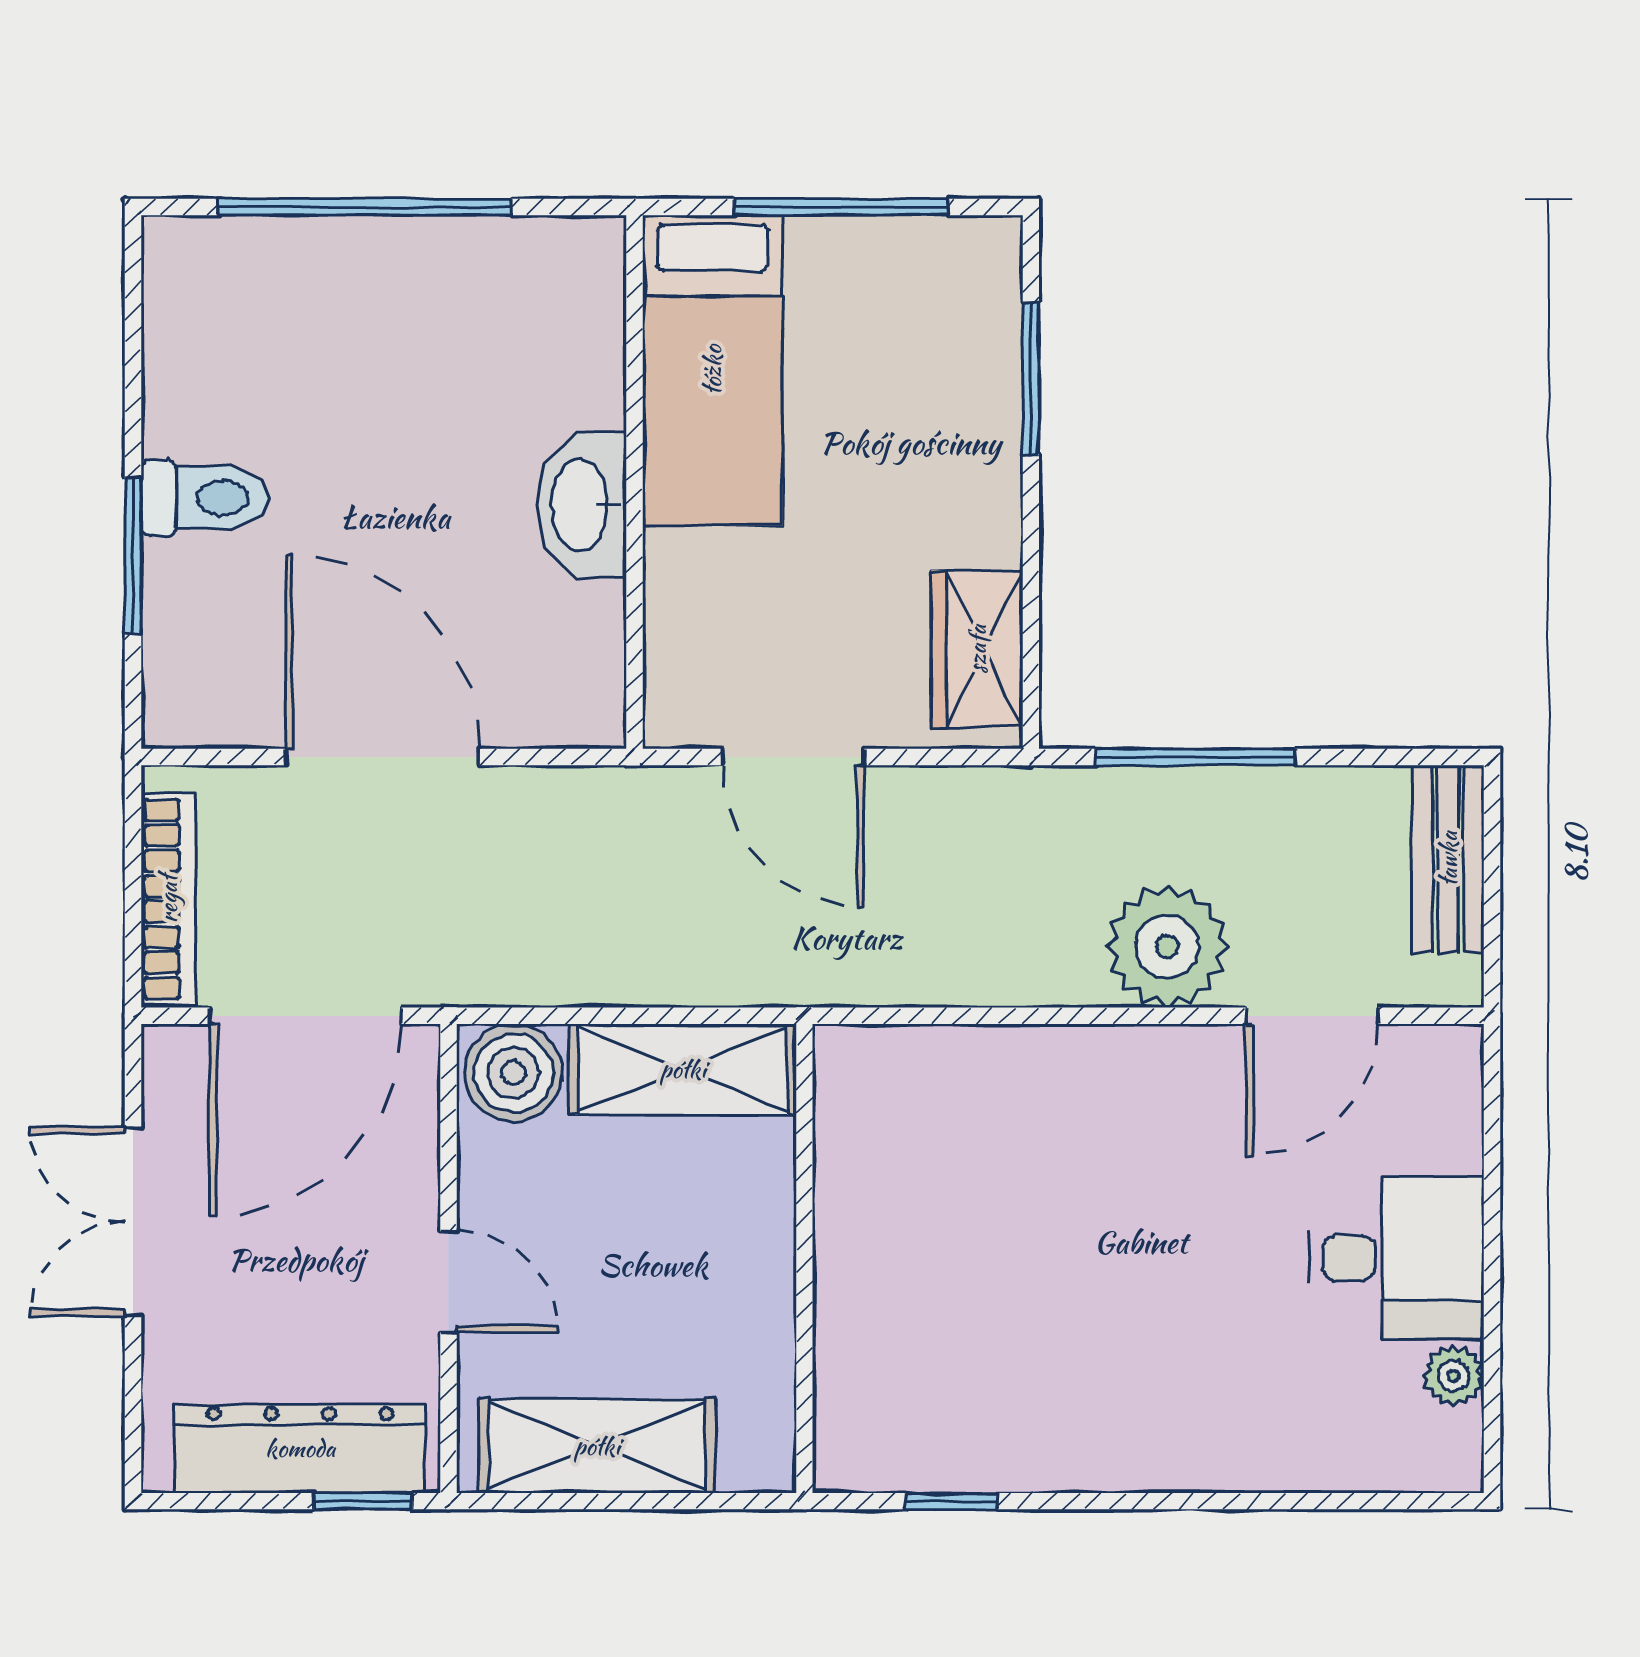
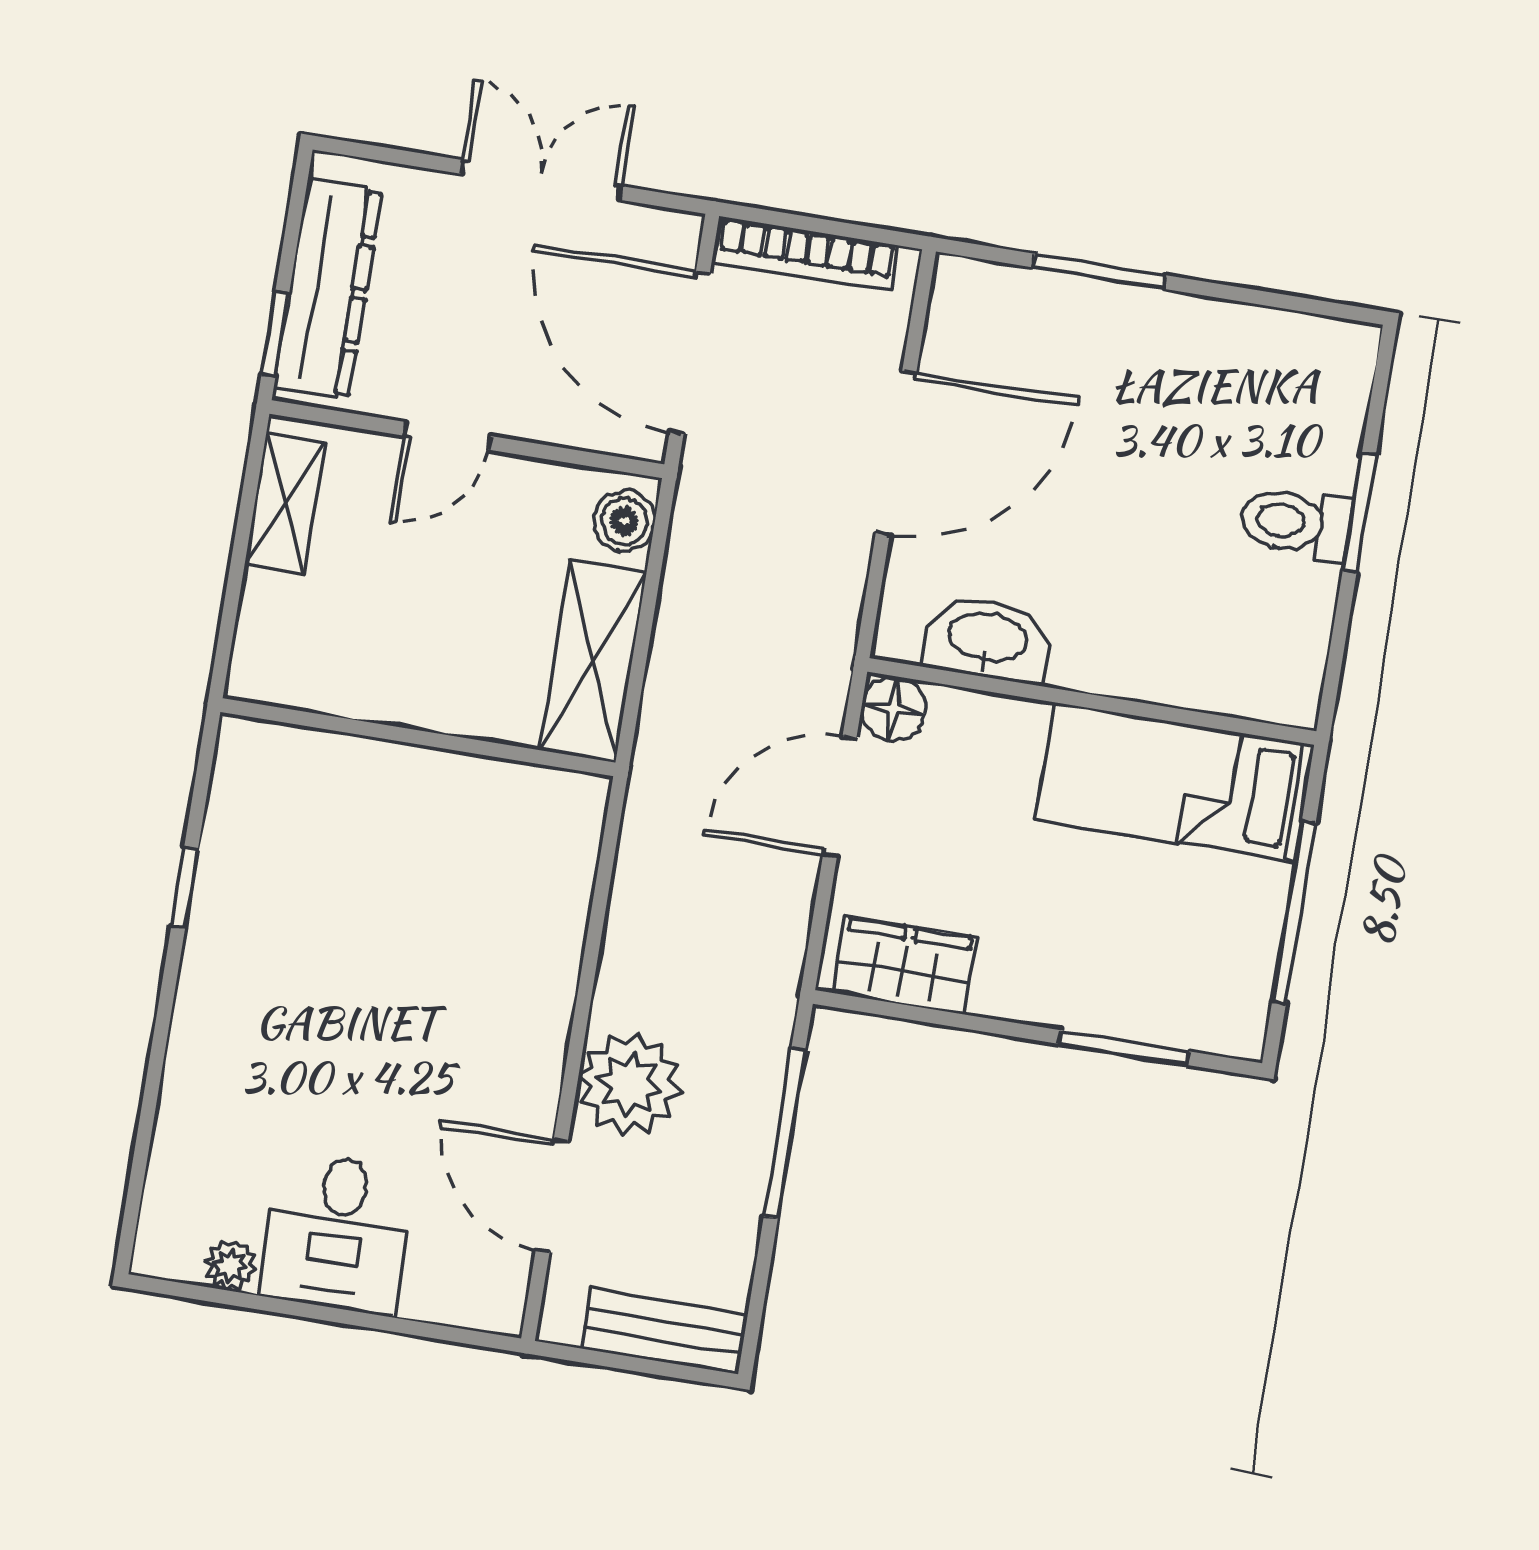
window: (365, 207) -> (1359, 513), width x0.47
toilet: (205, 498) -> (1296, 523), moved, turned 90
washbasin: (582, 505) -> (987, 639), moved
floor lamp: (681, 711) -> (894, 709), added
boiler: (513, 1073) -> (624, 521), width x0.73, depth x0.73
shelving: (597, 1446) -> (285, 503), width x0.67, depth x0.75
window: (951, 1501) -> (185, 888), moved

